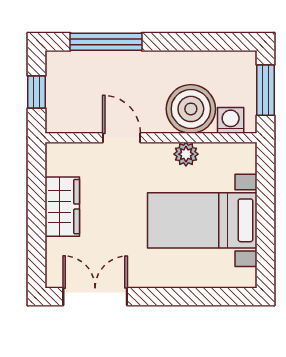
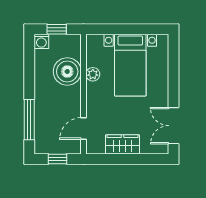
window: (266, 90) -> (57, 29), width x0.67
washing machine: (231, 120) -> (41, 41), moved, turned -90
door: (122, 138) -> (84, 129), moved

